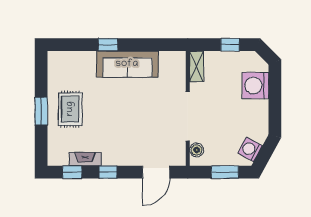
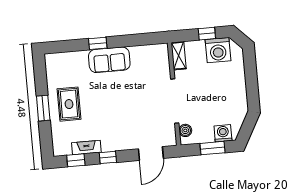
sofa: (127, 64) -> (109, 60), width x0.73
washing machine: (255, 85) -> (218, 50), moved, turned -90
washing machine: (250, 149) -> (223, 133), moved, turned 61

